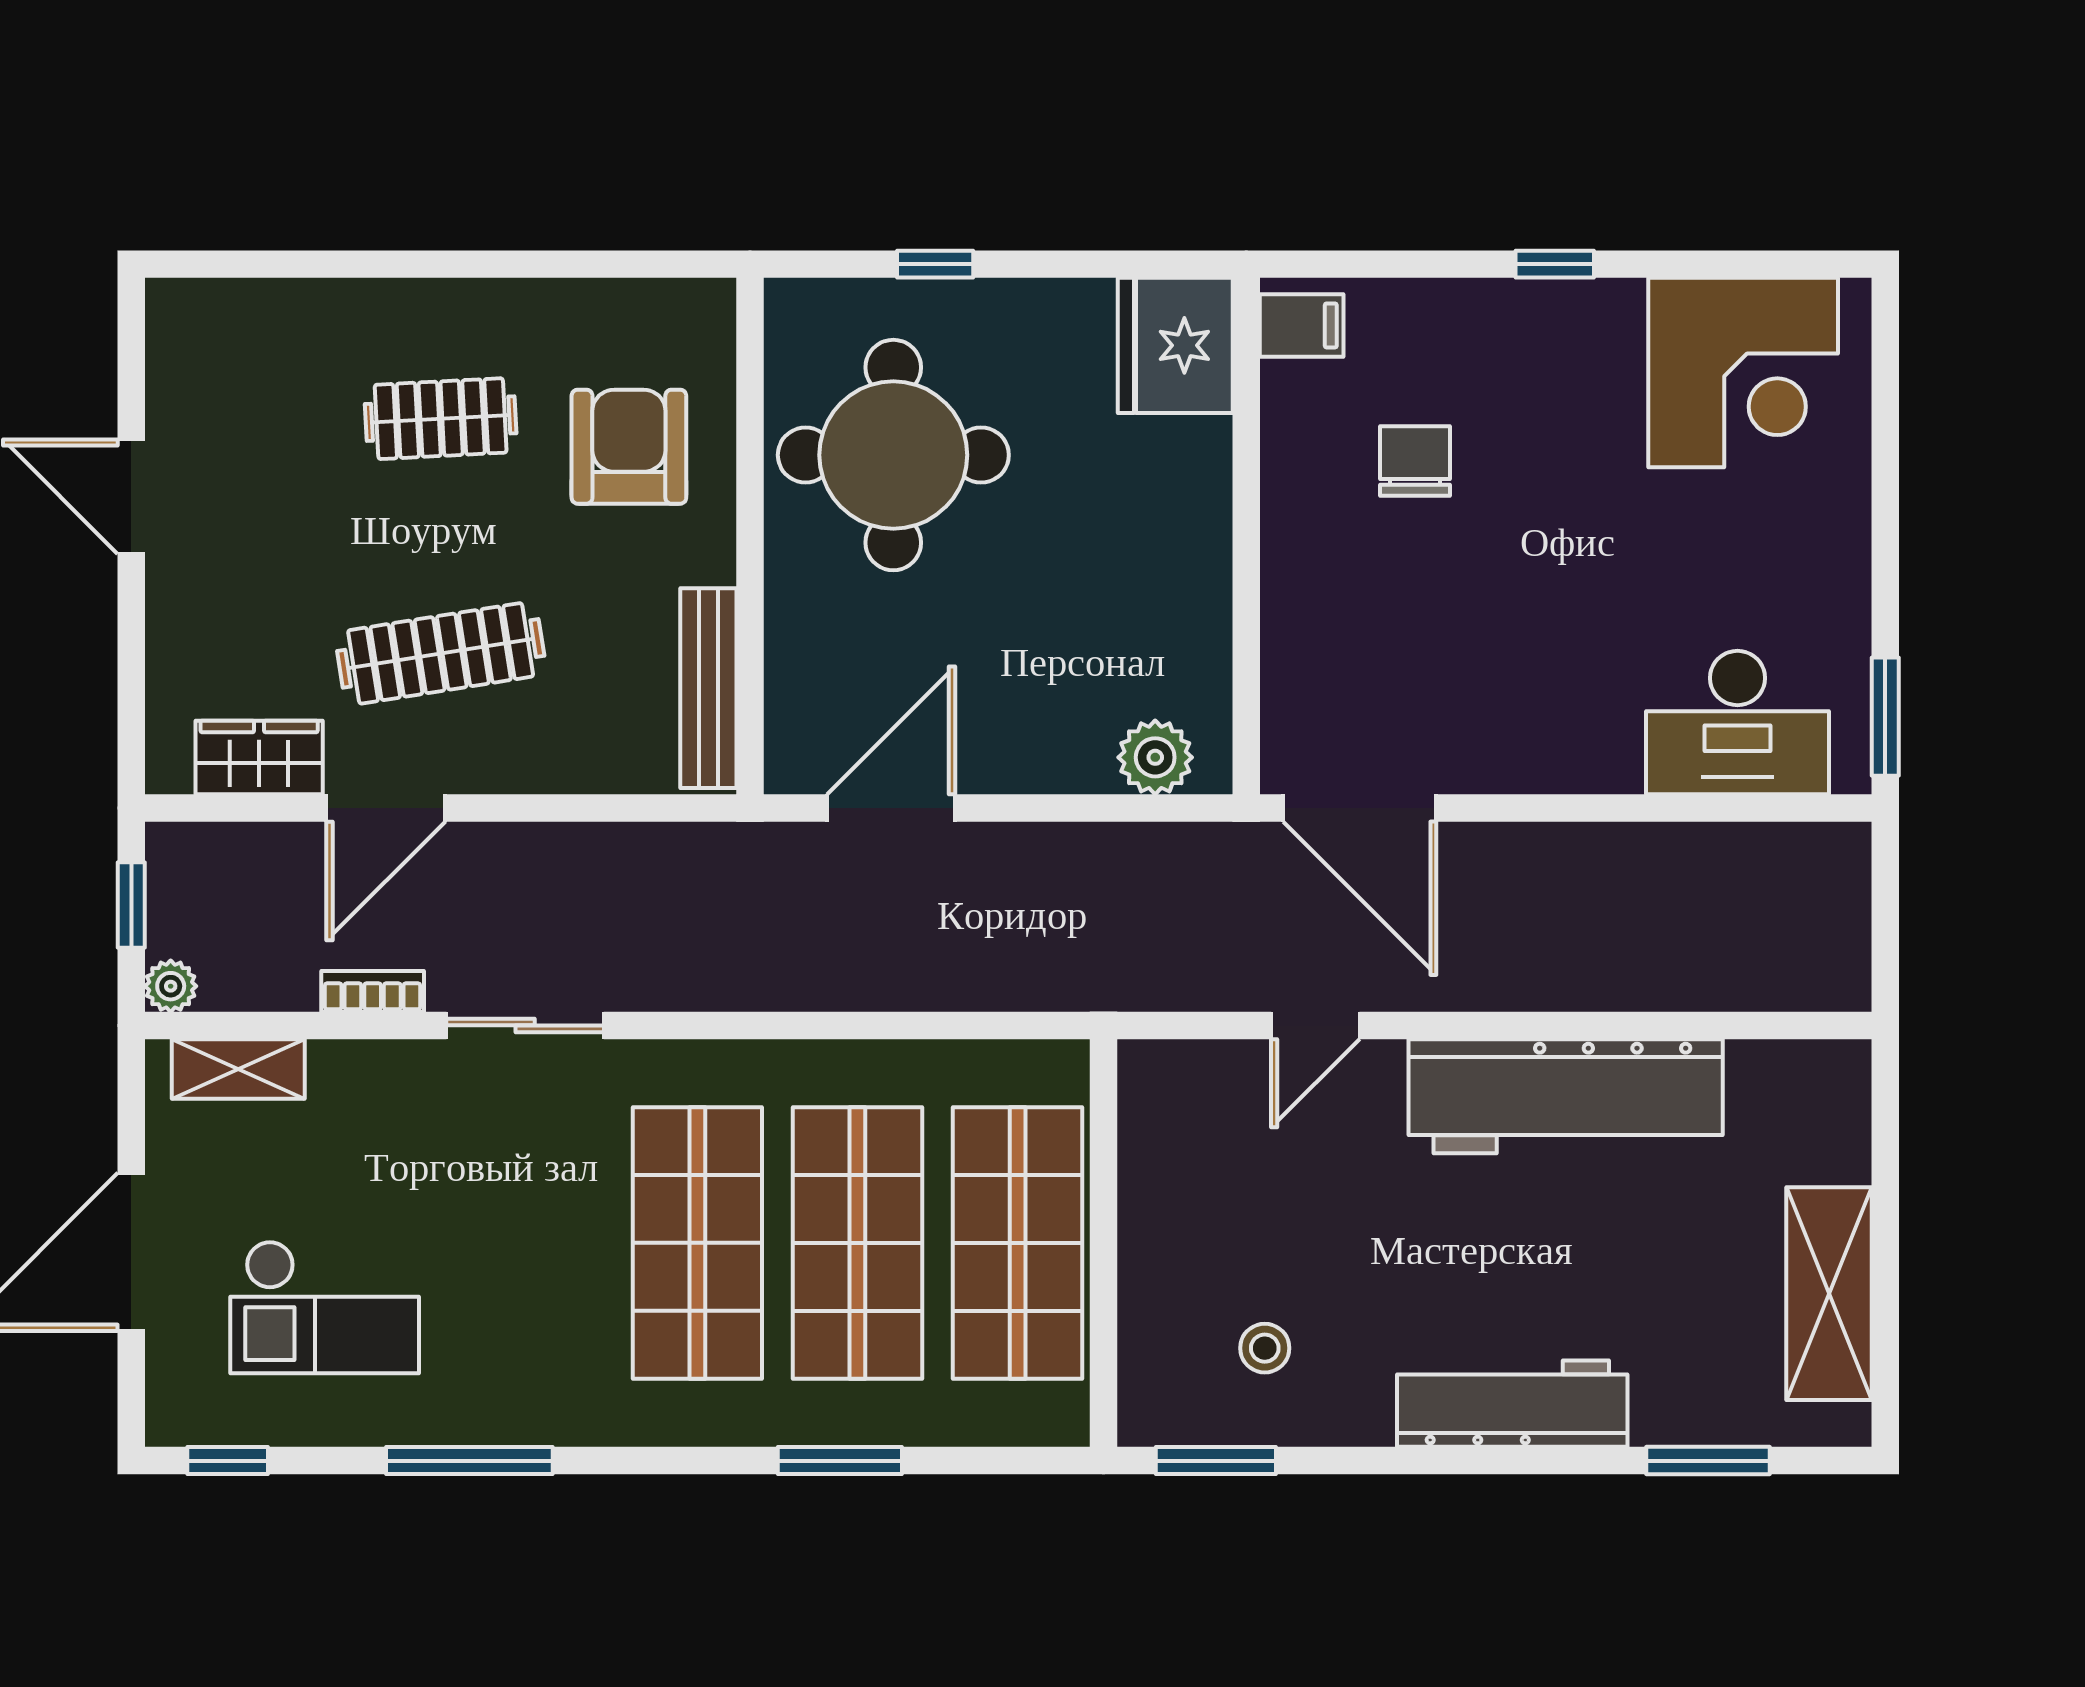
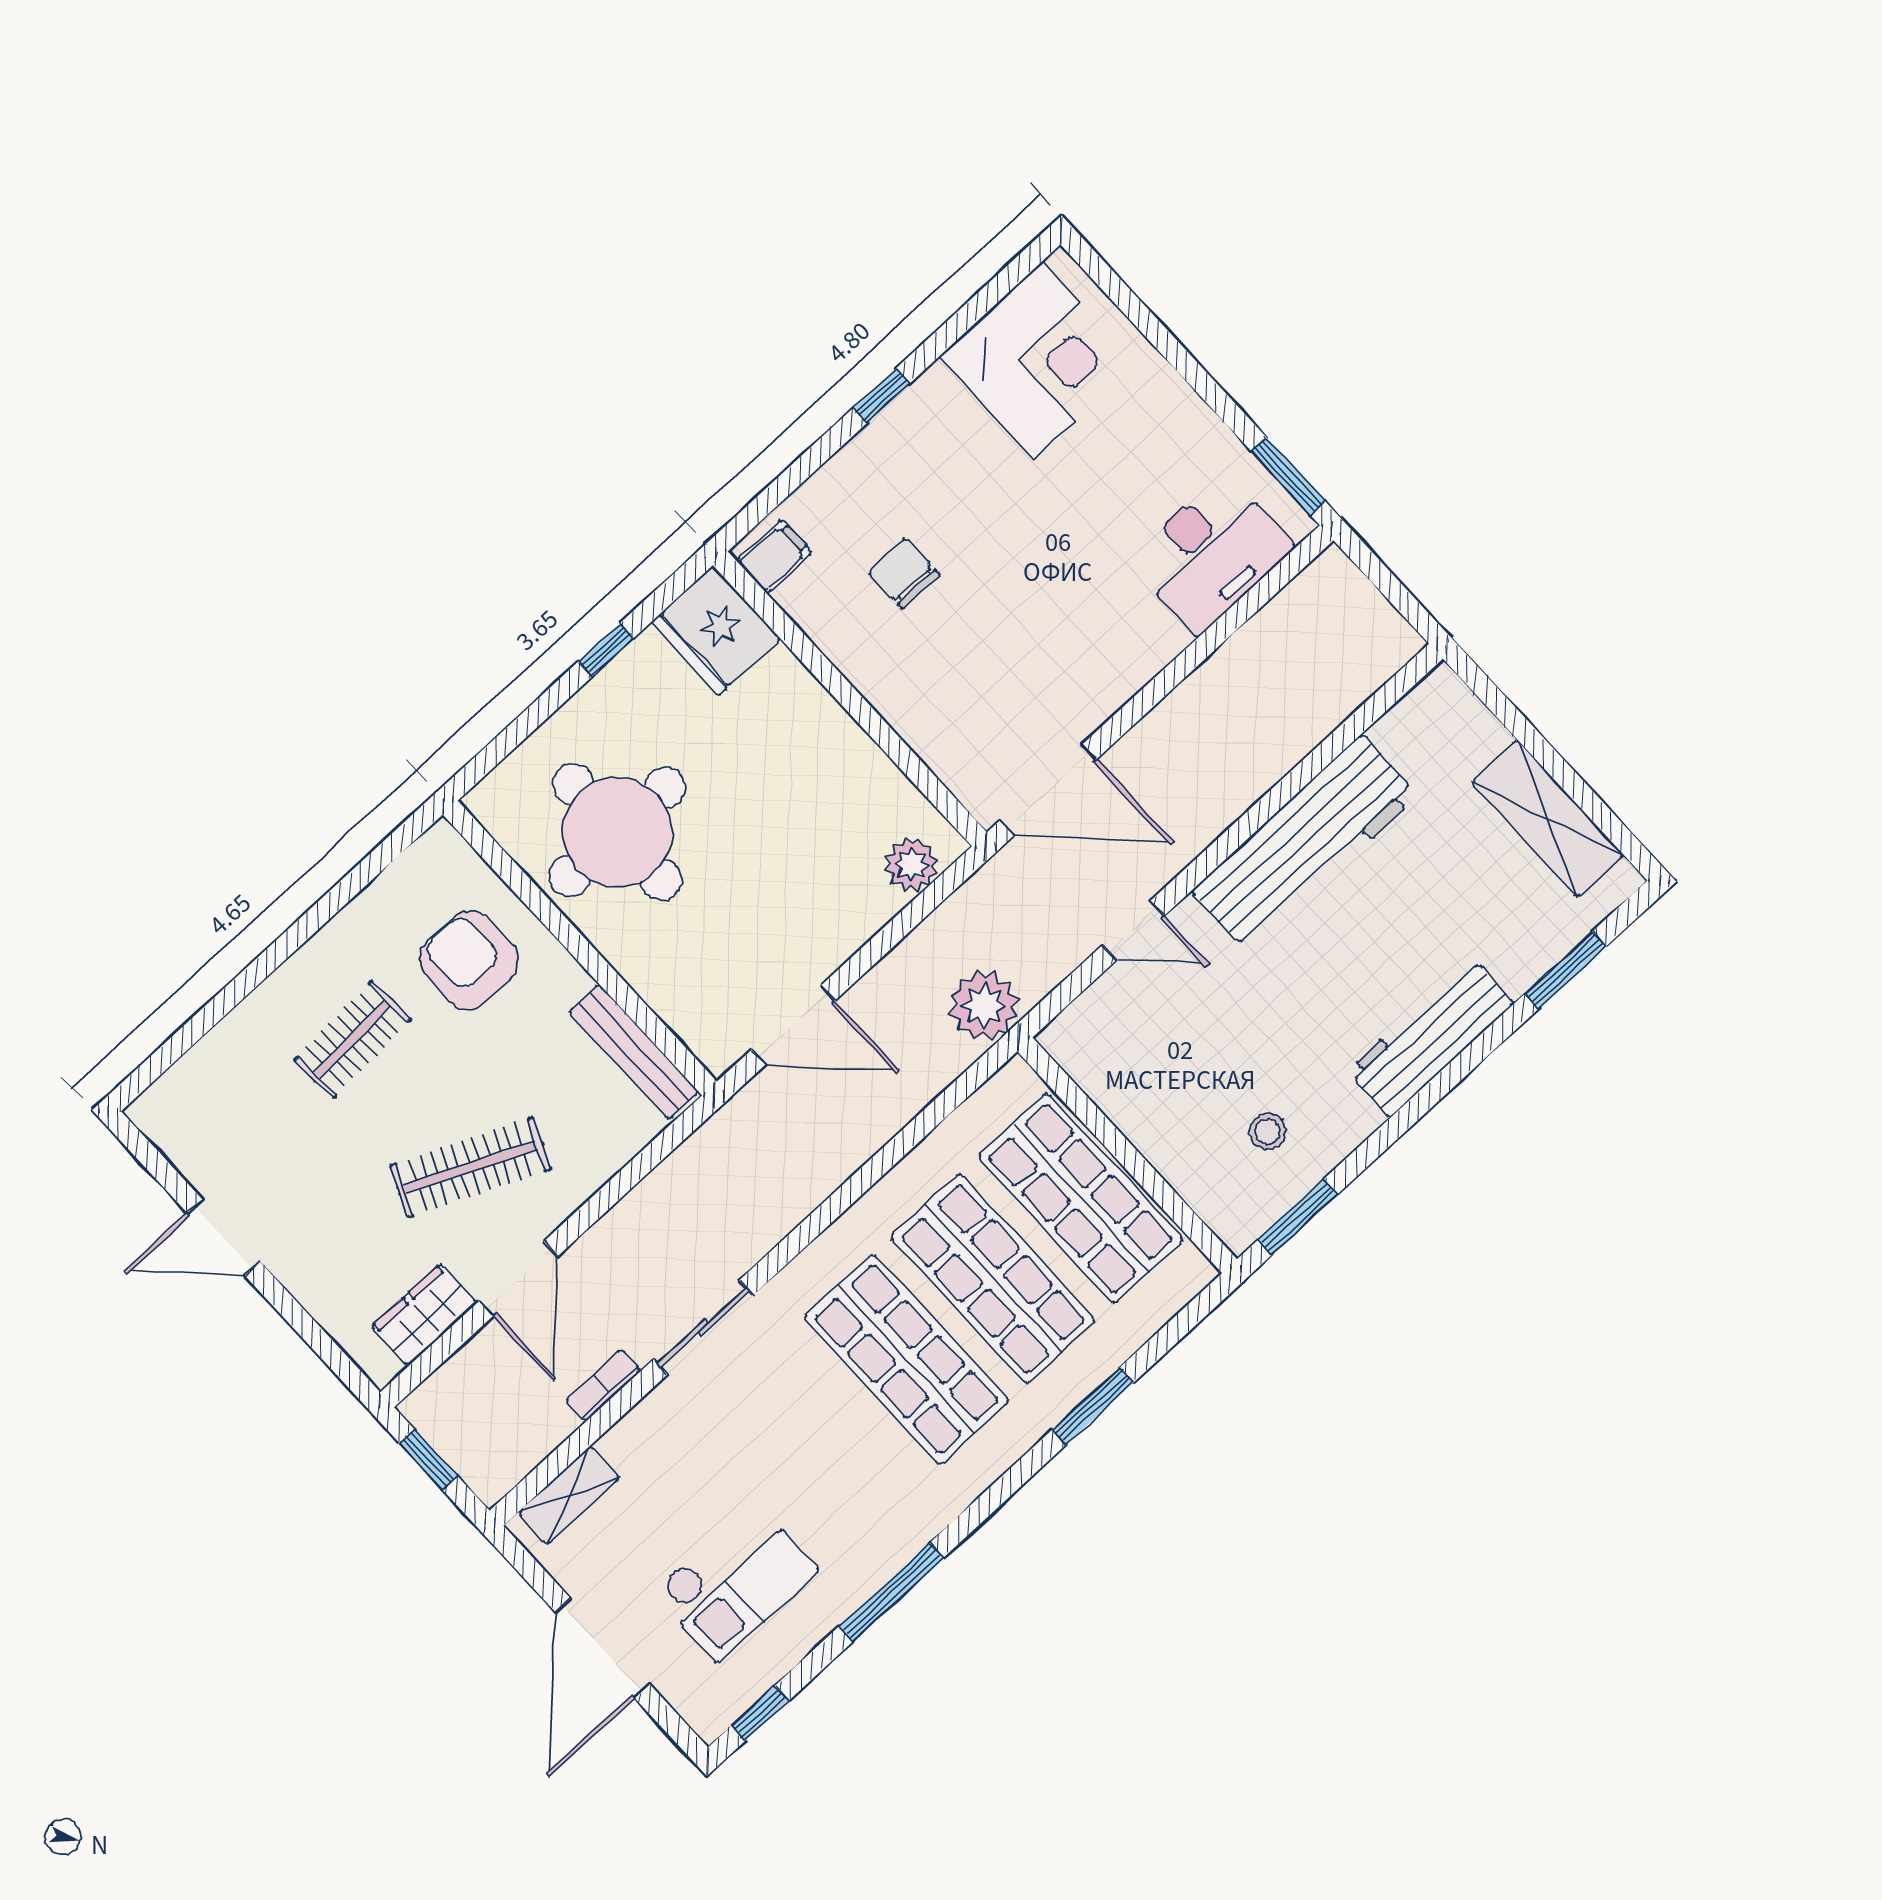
window: (935, 264) -> (606, 650), moved
clothes rail: (441, 653) -> (470, 1167), turned 33
door: (891, 808) -> (793, 1025), swing flipped
plant: (171, 986) -> (984, 1006), moved, width x1.87, depth x1.87
door: (1315, 1025) -> (1133, 930), hinge flipped

